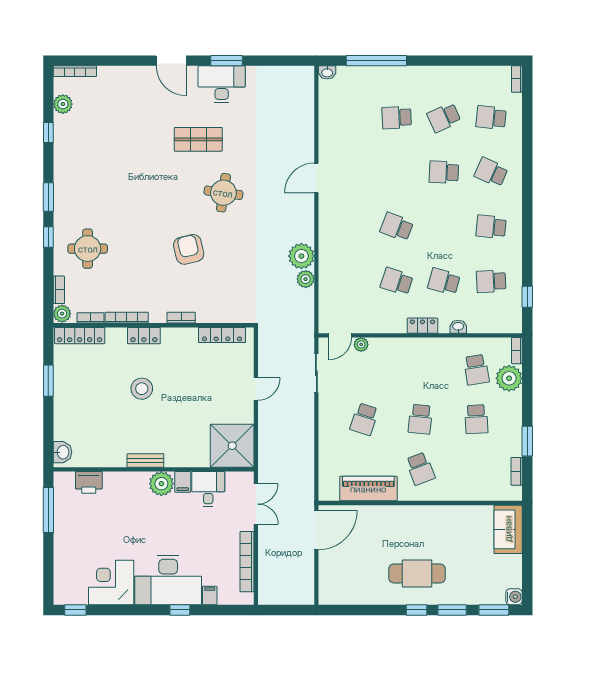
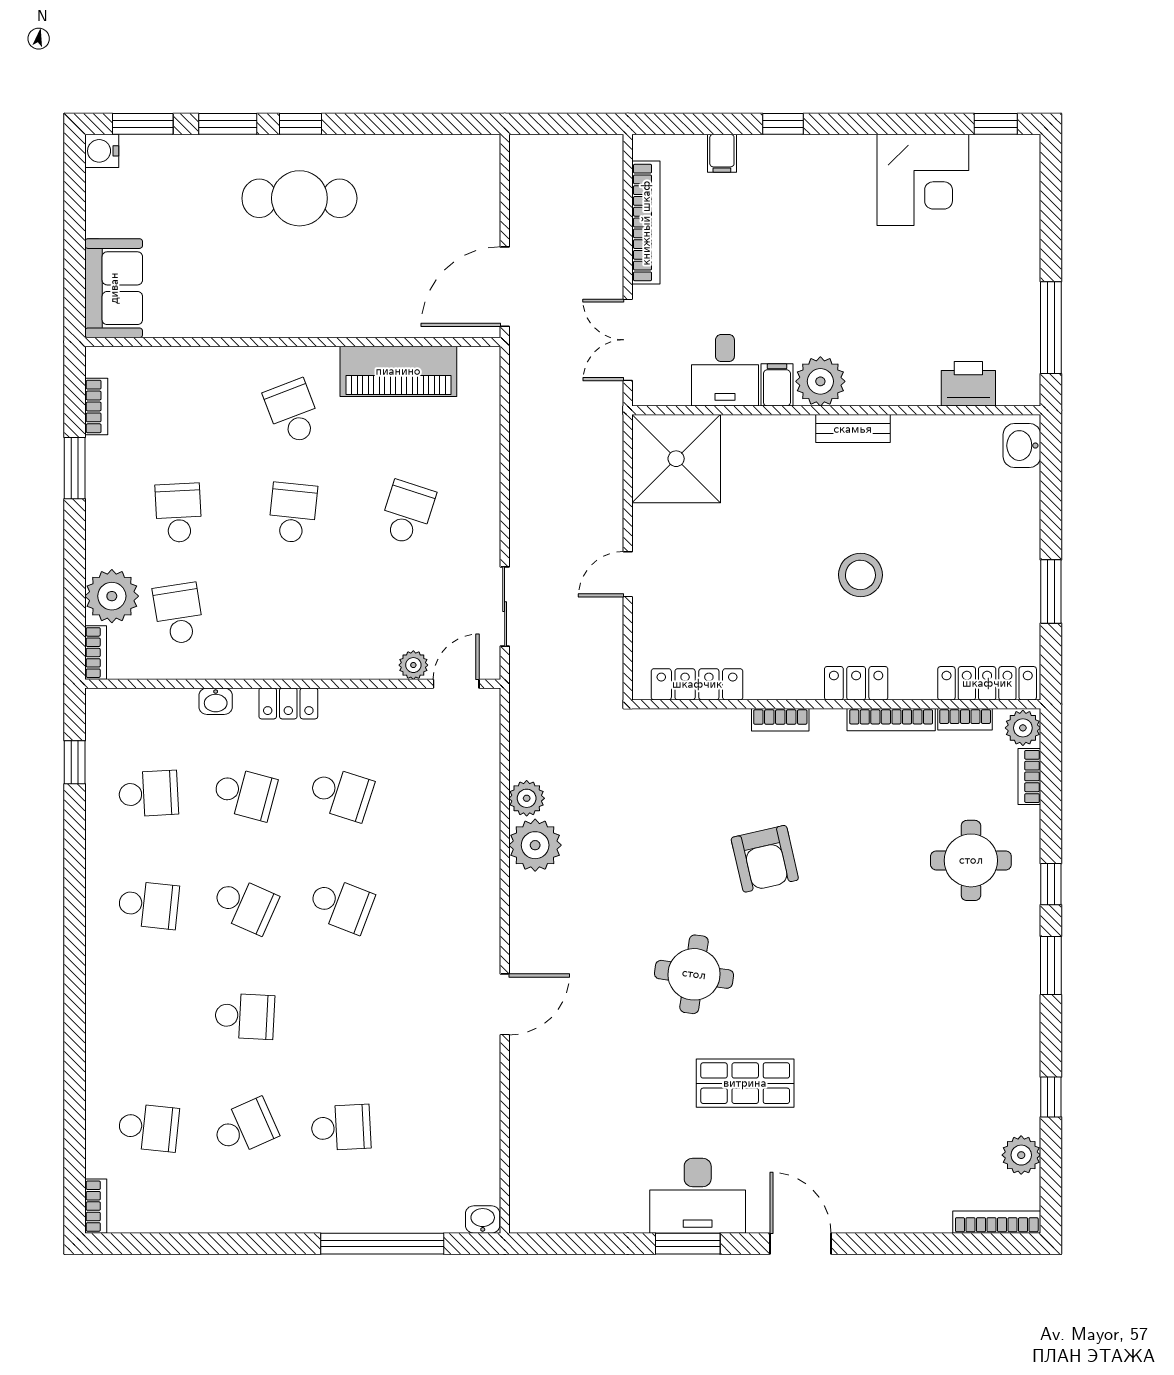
school desk: (491, 172) -> (245, 905), moved
desk: (168, 580) -> (807, 185), removed

